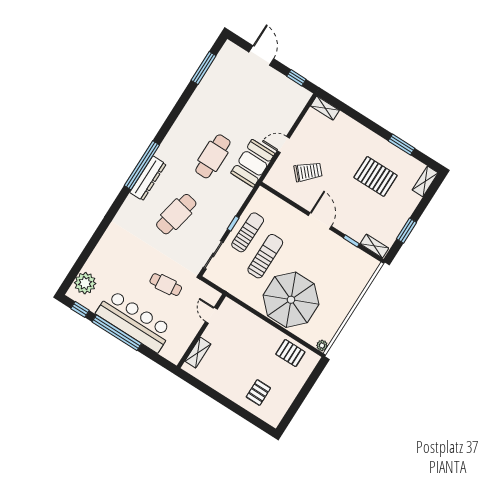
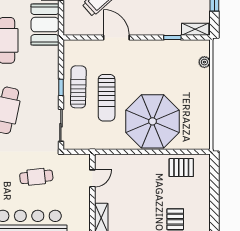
door: (320, 221) -> (116, 38), moved
sun lounger: (265, 256) -> (107, 98), turned 180
door: (211, 315) -> (92, 178), swing flipped
plant: (322, 346) -> (204, 62), moved

